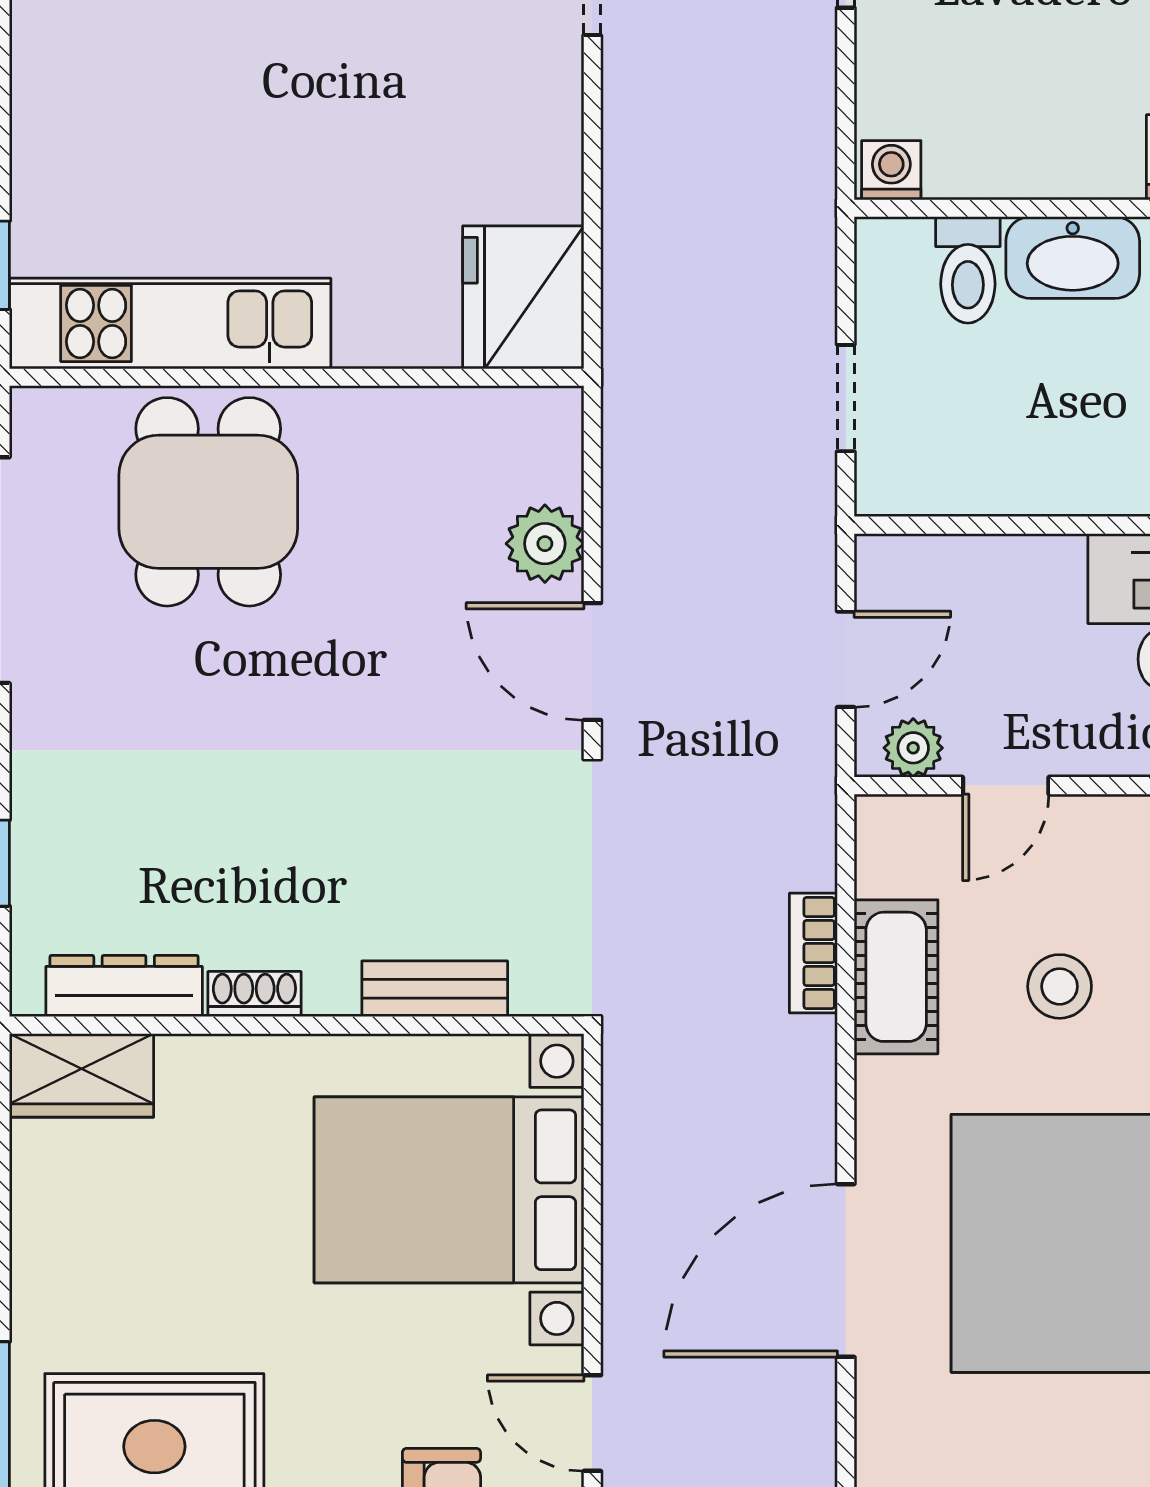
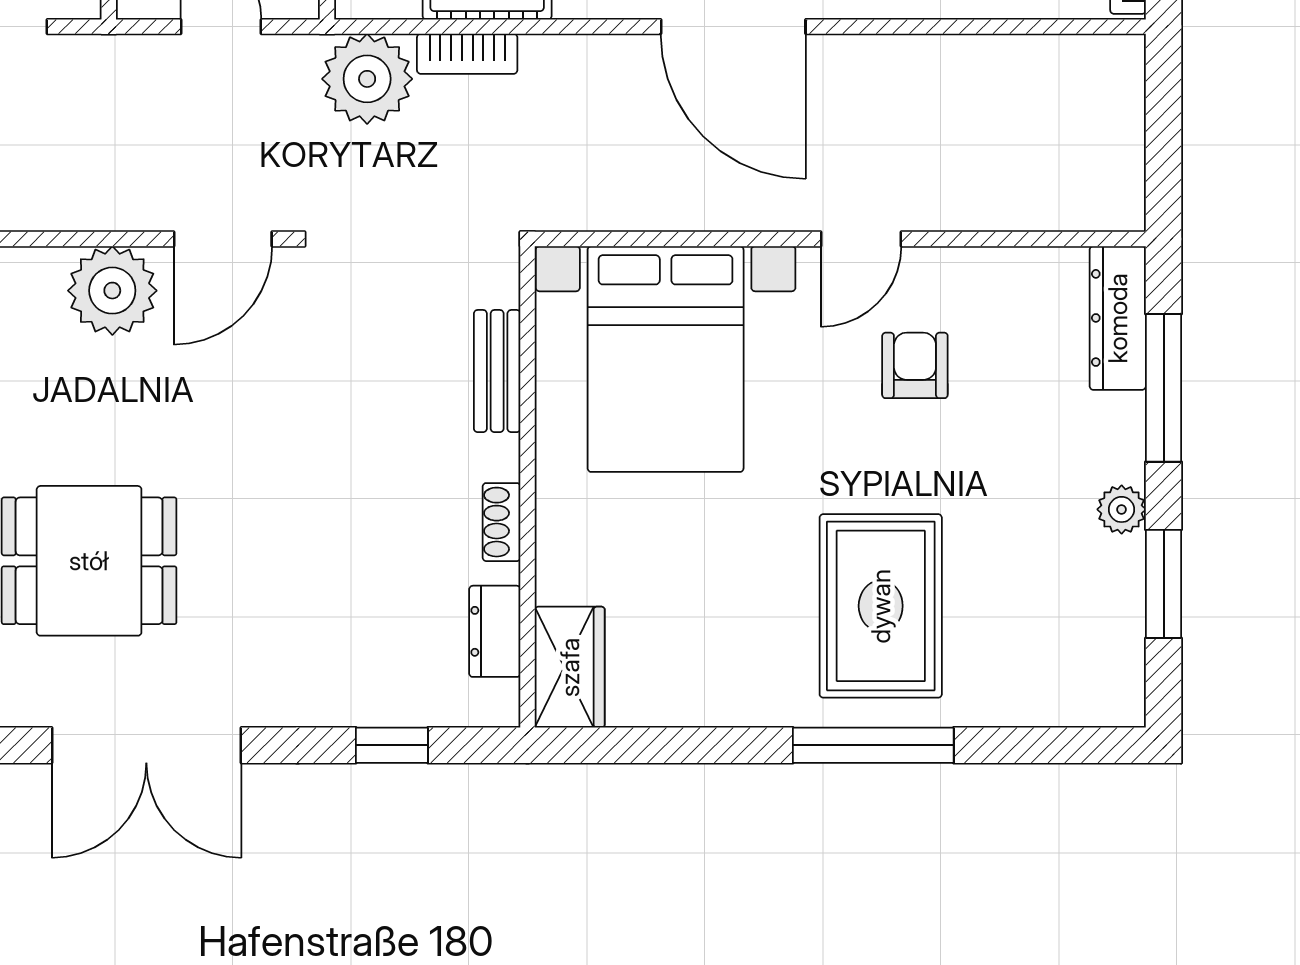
plant: (545, 544) -> (112, 291), width x1.36, depth x1.36
plant: (783, 834) -> (367, 79), added
dresser: (124, 986) -> (495, 631), width x0.70

